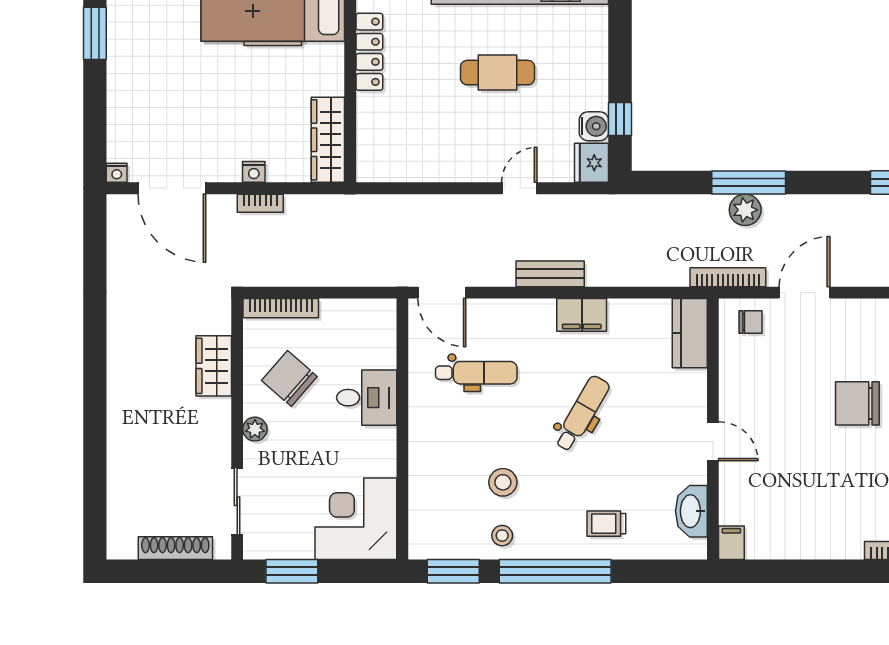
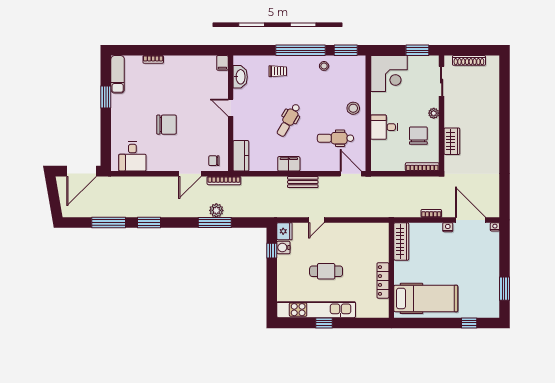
nightstand: (254, 172) -> (448, 227), moved
chair: (289, 379) -> (418, 136), turned -131
stool: (503, 482) -> (353, 108), moved

